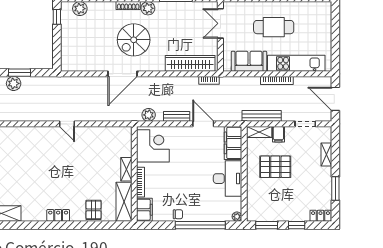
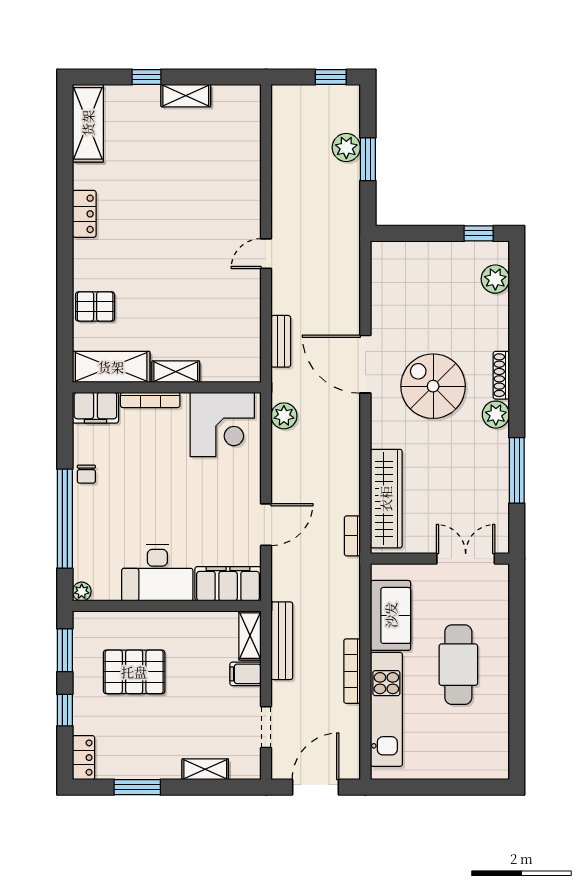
bench: (177, 116) -> (281, 341), moved
pallet: (275, 167) -> (134, 672), moved, turned 90
locker: (58, 215) -> (84, 214), moved

